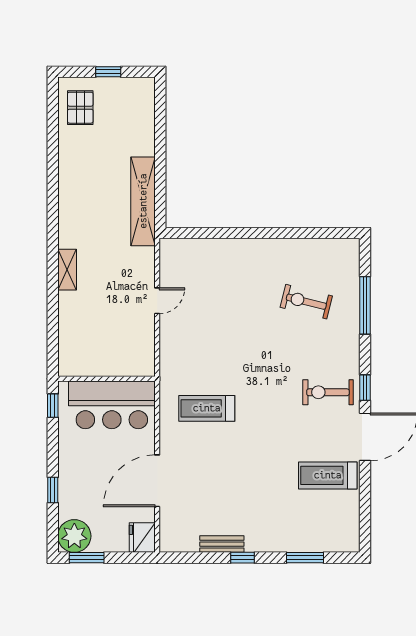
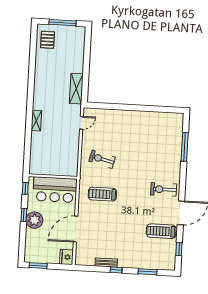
window: (108, 72) -> (62, 23), width x2.17
shelving: (143, 201) -> (76, 89), width x0.68
door: (157, 301) -> (81, 123), moved
exercise bike: (306, 302) -> (102, 159), moved
window: (365, 388) -> (179, 249), moved
window: (53, 490) -> (24, 215), moved
plant: (74, 536) -> (34, 220), moved

